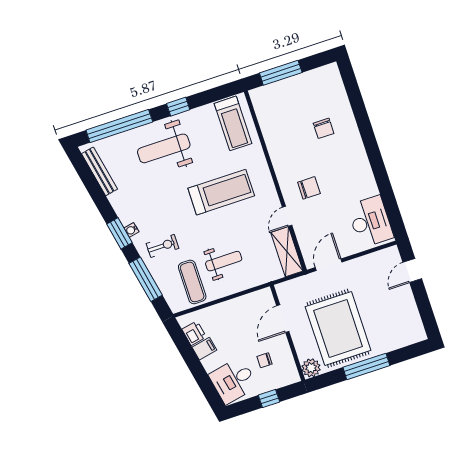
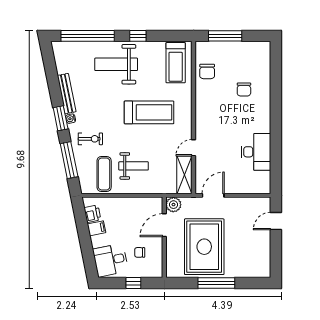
bench: (99, 171) -> (67, 94), moved
chair: (309, 188) -> (207, 71), moved, turned 90
desk: (370, 222) -> (256, 152), moved
plant: (311, 368) -> (173, 205), moved

